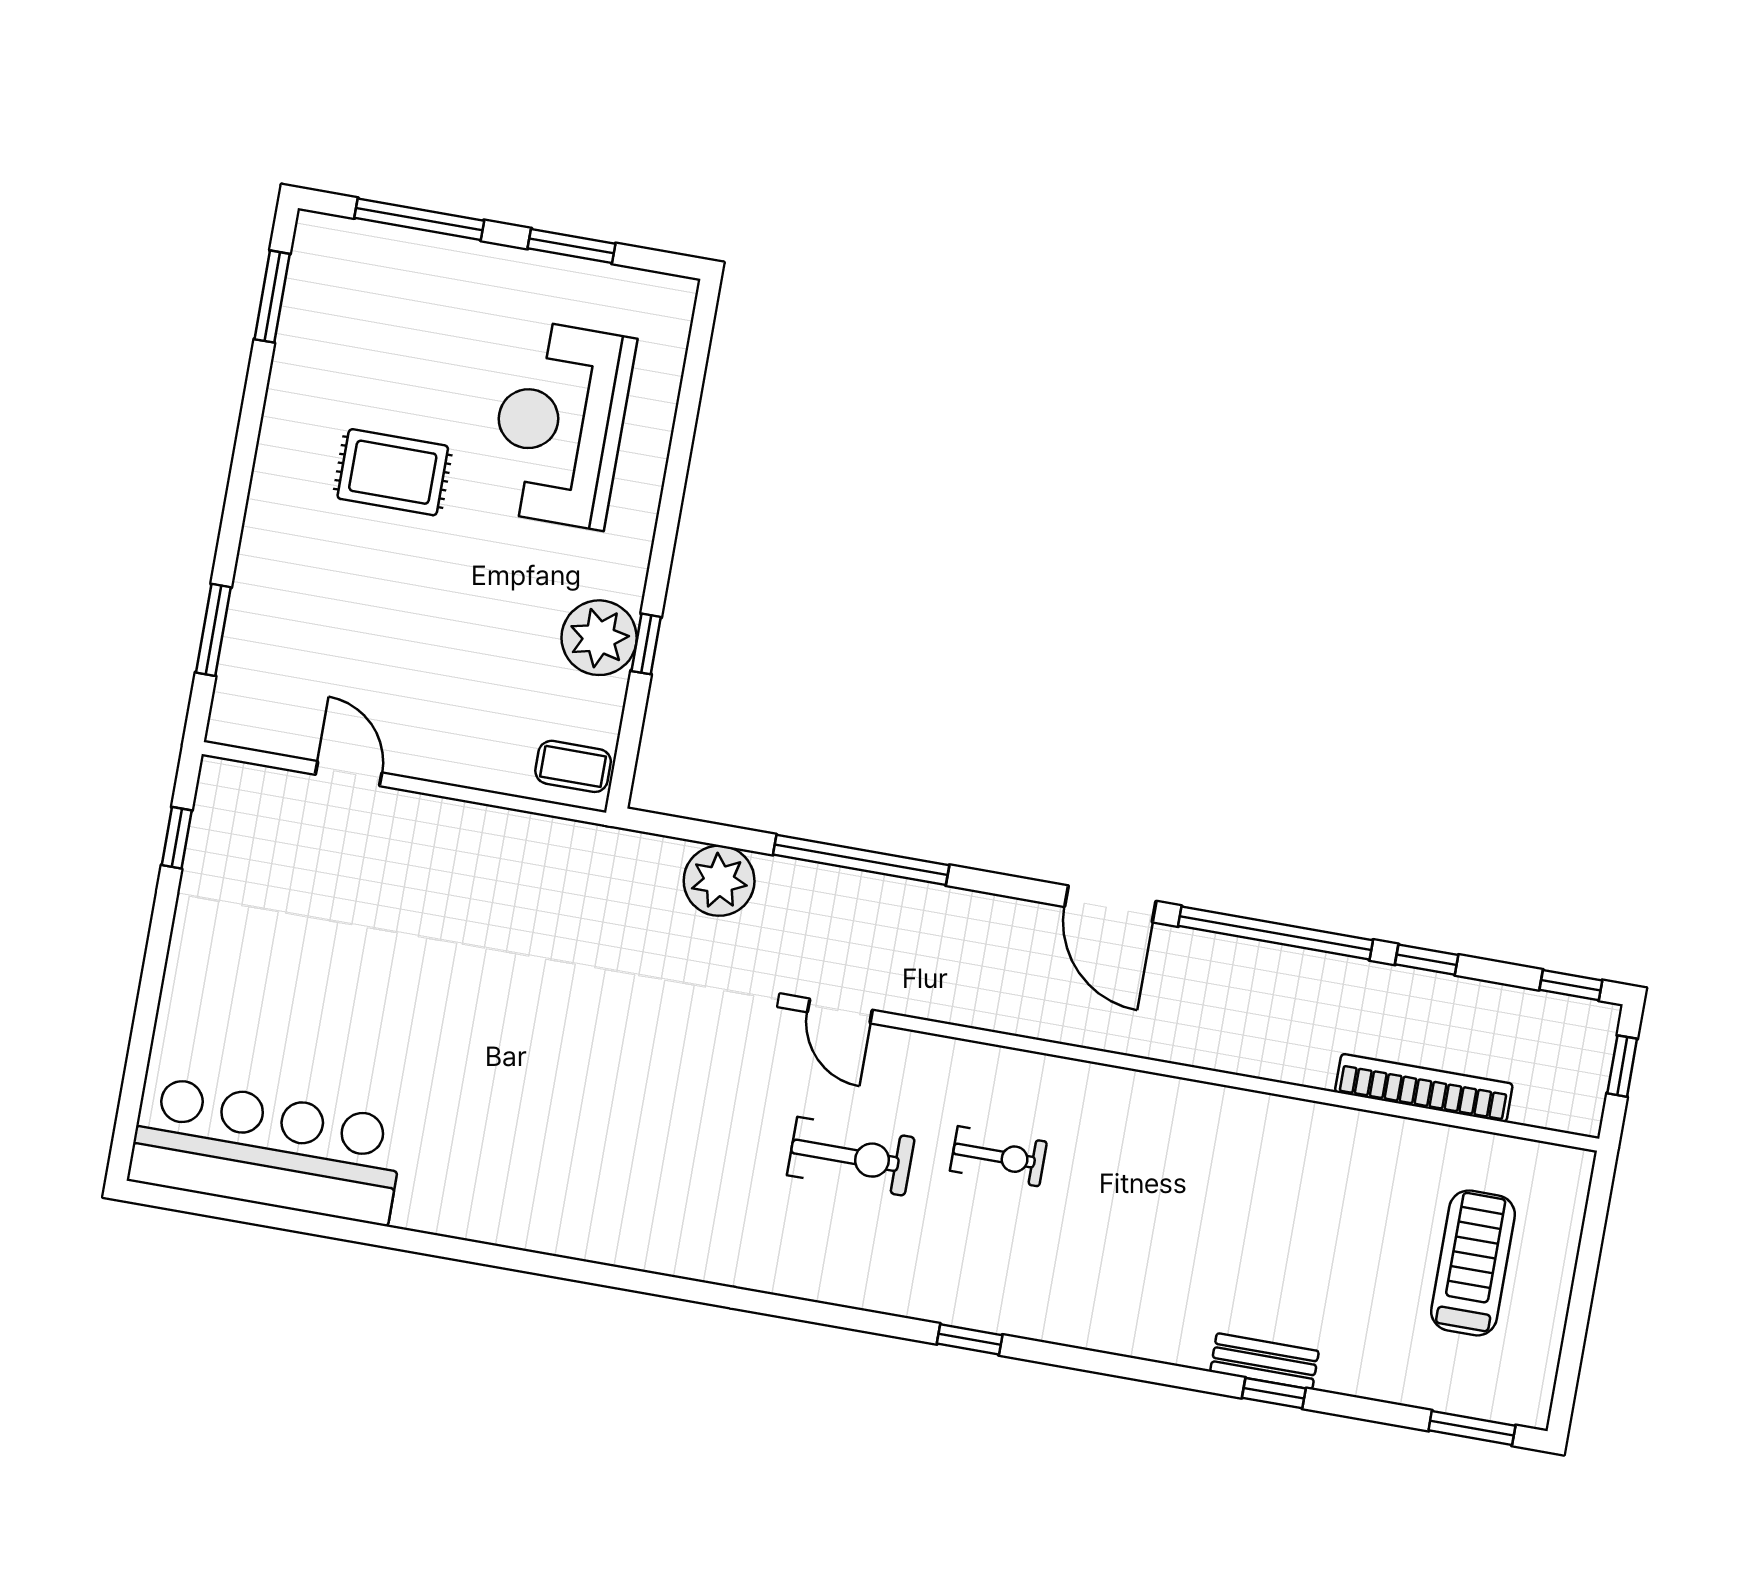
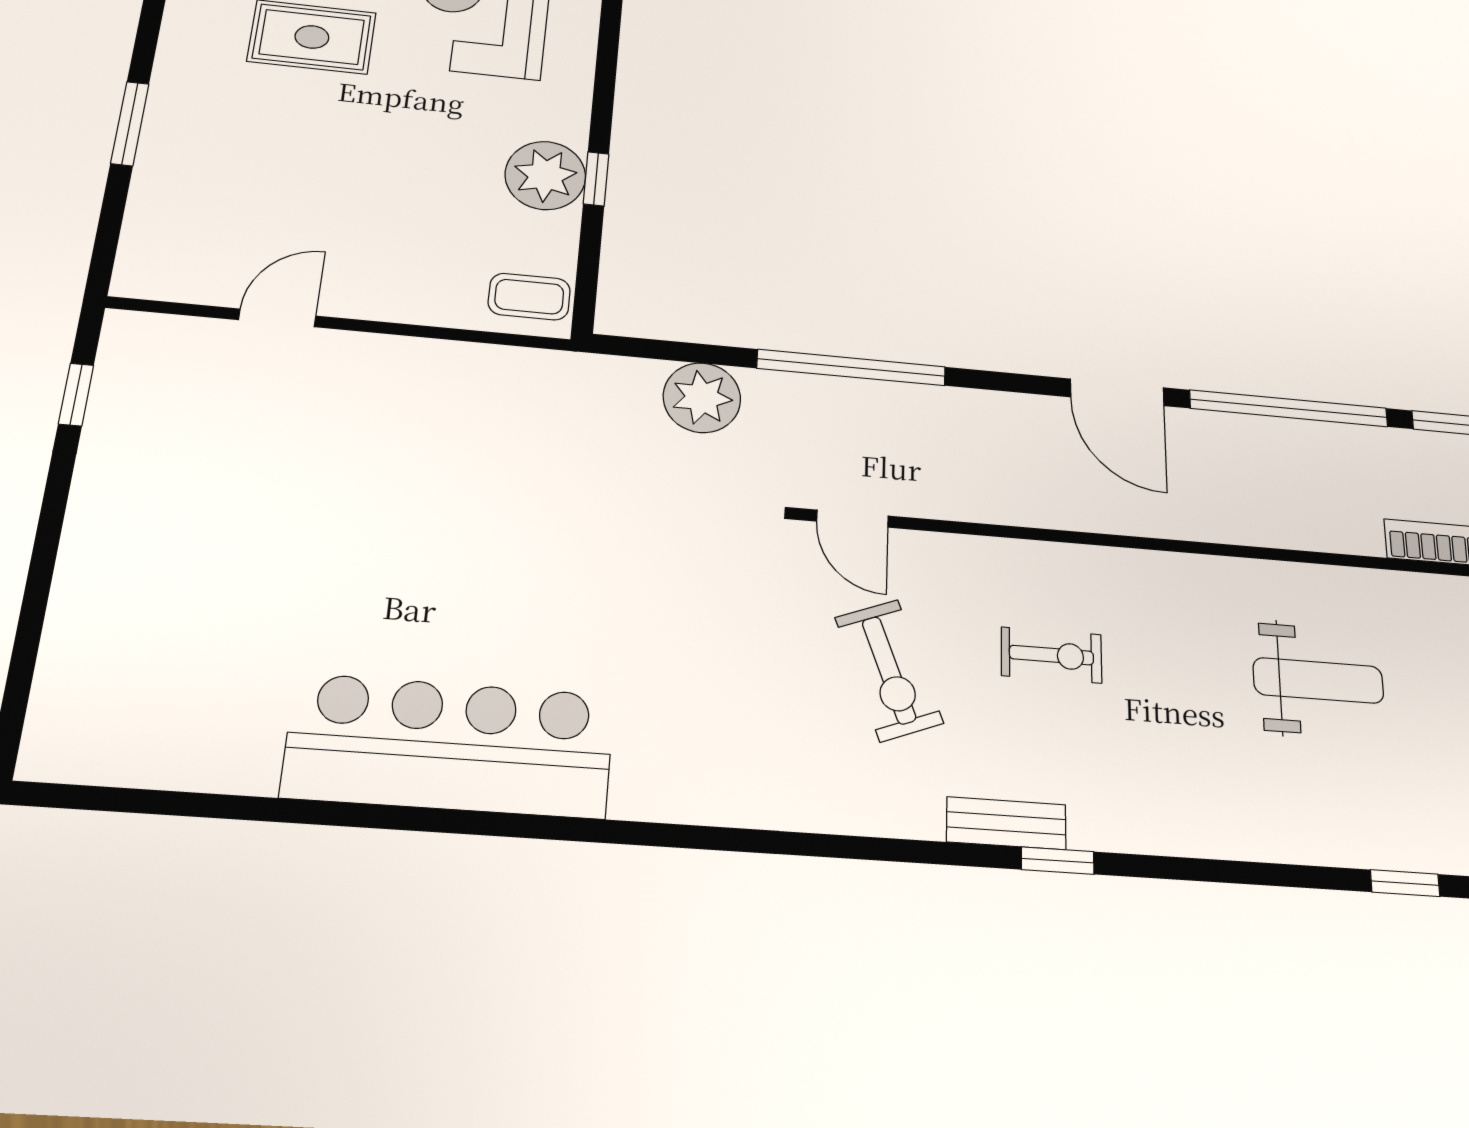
window: (213, 630) -> (130, 124), moved
door: (349, 774) -> (277, 318), hinge flipped
bar counter: (266, 1151) -> (450, 746), moved
exercise bike: (851, 1156) -> (889, 670), turned 69
weight bench: (1240, 1204) -> (1318, 681), added
bench: (1264, 1361) -> (1006, 823), moved

